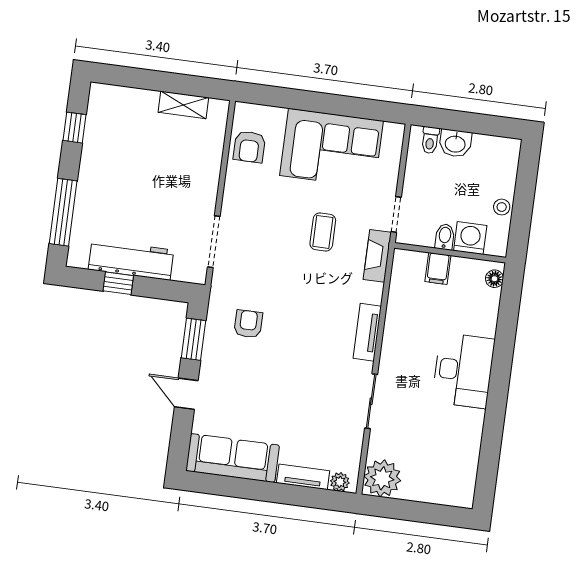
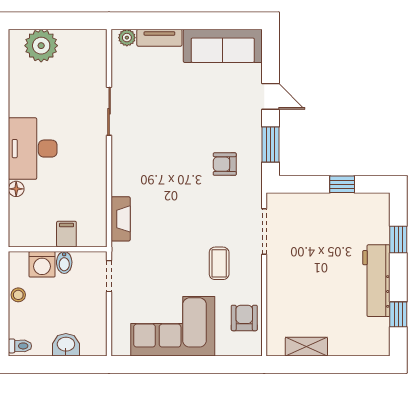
toilet: (430, 140) -> (20, 346), moved, turned 90
window: (63, 212) -> (398, 240), width x0.46
coffee table: (323, 232) -> (219, 263), moved
fireplace: (377, 256) -> (121, 219), moved
workbench: (131, 260) -> (376, 281), moved, turned 90
floor lamp: (494, 279) -> (16, 189), moved
armchair: (248, 324) -> (225, 164), turned 90
tv unit: (367, 332) -> (120, 171), removed
plant: (382, 478) -> (41, 46), moved

